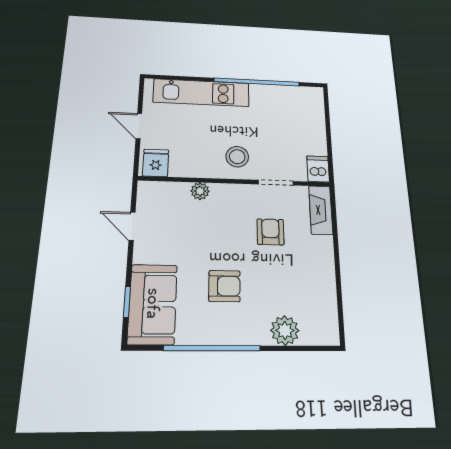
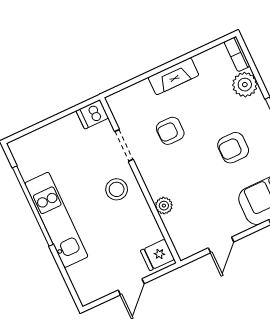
kitchen unit: (201, 93) -> (56, 220), moved
fireplace: (321, 210) -> (173, 76), moved
armchair: (224, 286) -> (233, 148), turned -90
bookcase: (321, 338) -> (237, 54), added

